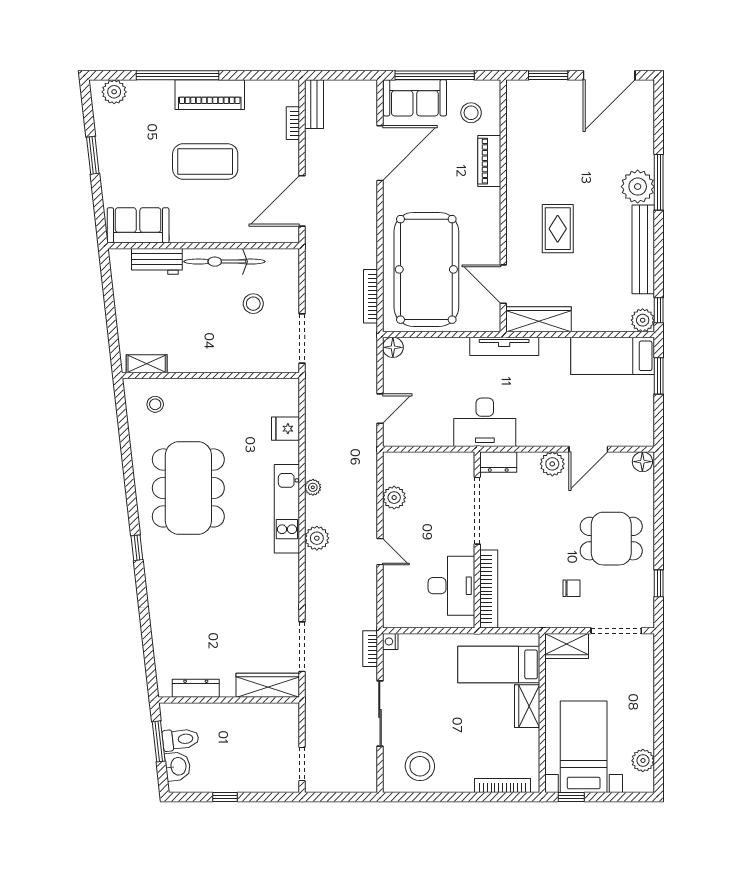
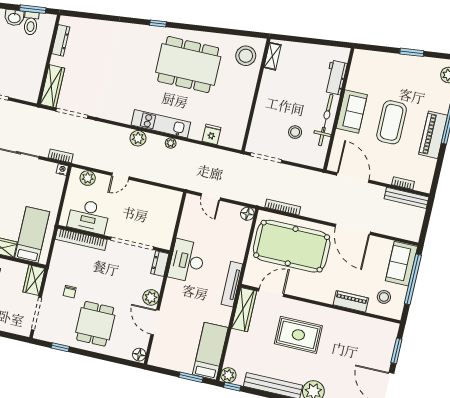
bench: (314, 104) -> (406, 198), width x1.36
door: (380, 153) -> (353, 229), moved
sofa: (138, 225) -> (352, 112), moved
rug: (558, 229) -> (298, 335), width x1.36, depth x1.43
stool: (155, 404) -> (246, 56), width x1.89, depth x1.89
plant: (394, 498) -> (88, 178), moved

